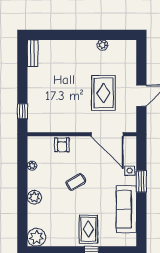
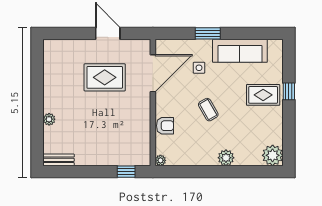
plant: (102, 45) -> (49, 119), moved
plant: (32, 166) -> (160, 160), moved
side table: (130, 171) -> (199, 68), moved

